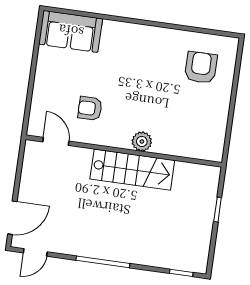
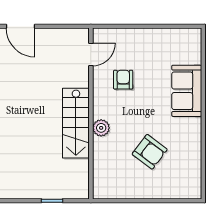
sofa: (71, 31) -> (187, 91), moved
armchair: (201, 68) -> (150, 152), moved, turned 37

